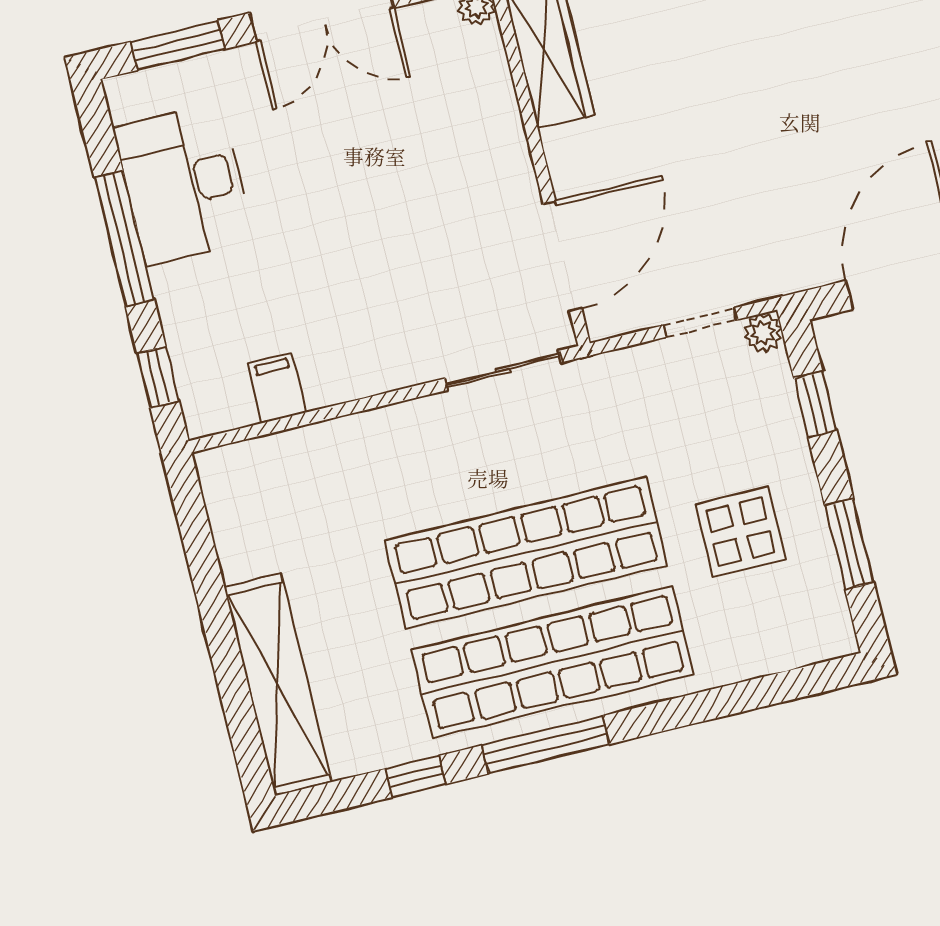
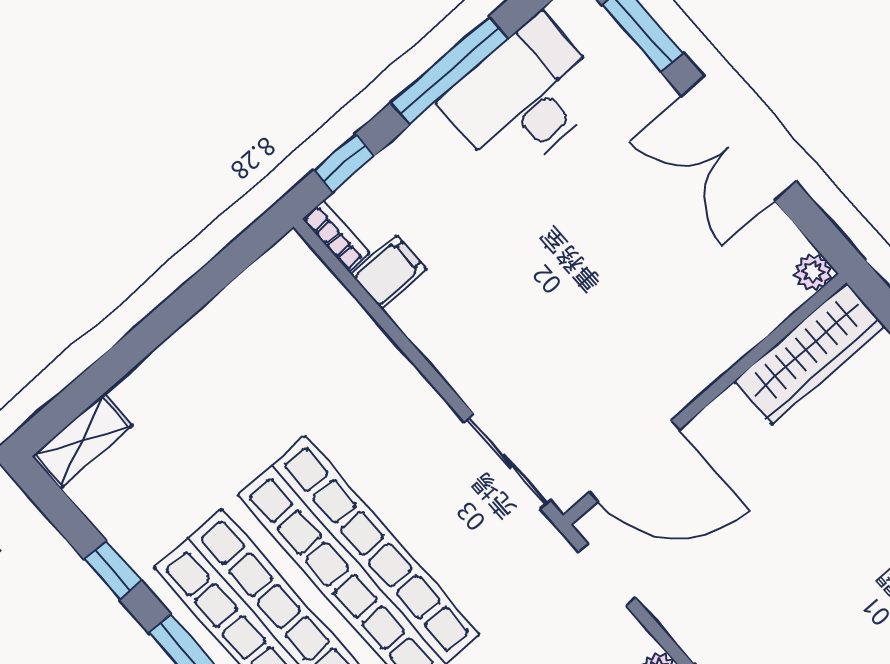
doorway: (700, 322) -> (607, 575), moved
bookcase: (220, 419) -> (336, 236), added
shelving: (278, 685) -> (82, 441), width x0.45, depth x0.75

